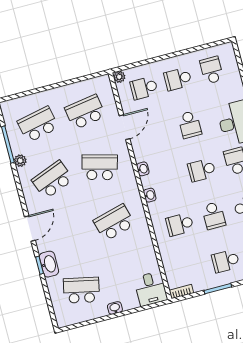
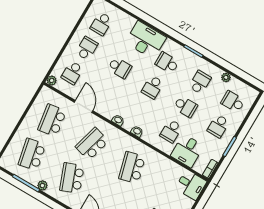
school desk: (212, 70) -> (101, 24), turned -90
school desk: (178, 79) -> (87, 48), turned 180
desk: (177, 256) -> (187, 151), added

